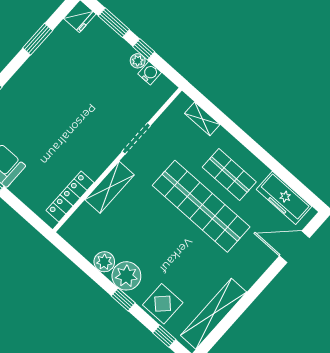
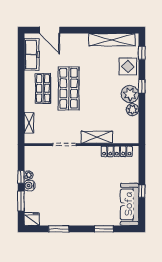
water cooler: (150, 73) -> (29, 186), moved
shop shelf: (201, 206) -> (69, 88), width x0.71

